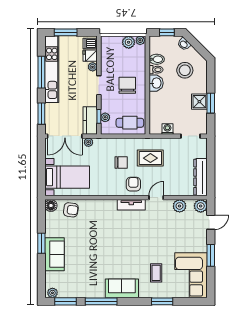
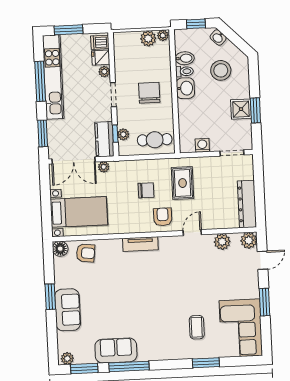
rug: (150, 158) -> (183, 183), turned 90
tv unit: (131, 205) -> (140, 244), moved
sofa: (122, 288) -> (116, 351), moved

